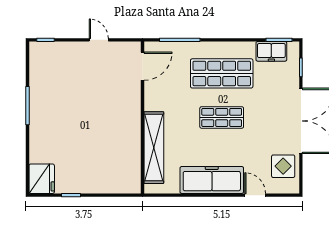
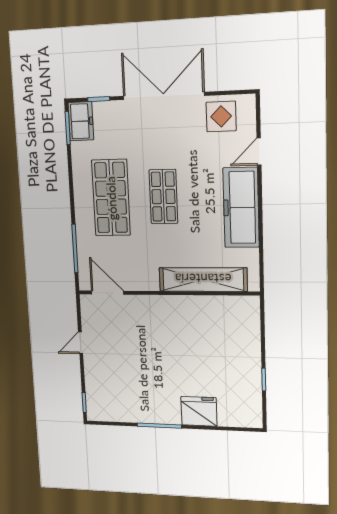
freezer: (271, 51) -> (81, 121), moved
fridge: (42, 179) -> (199, 411), moved

